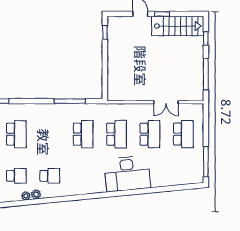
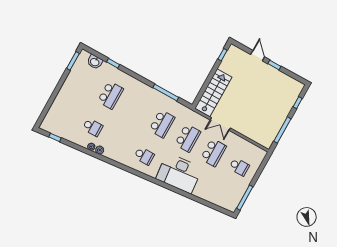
stairs: (178, 26) -> (213, 93), moved, turned -90
double door: (166, 102) -> (220, 124), moved
school desk: (183, 134) -> (239, 167), width x0.54
school desk: (50, 176) -> (144, 156), moved

